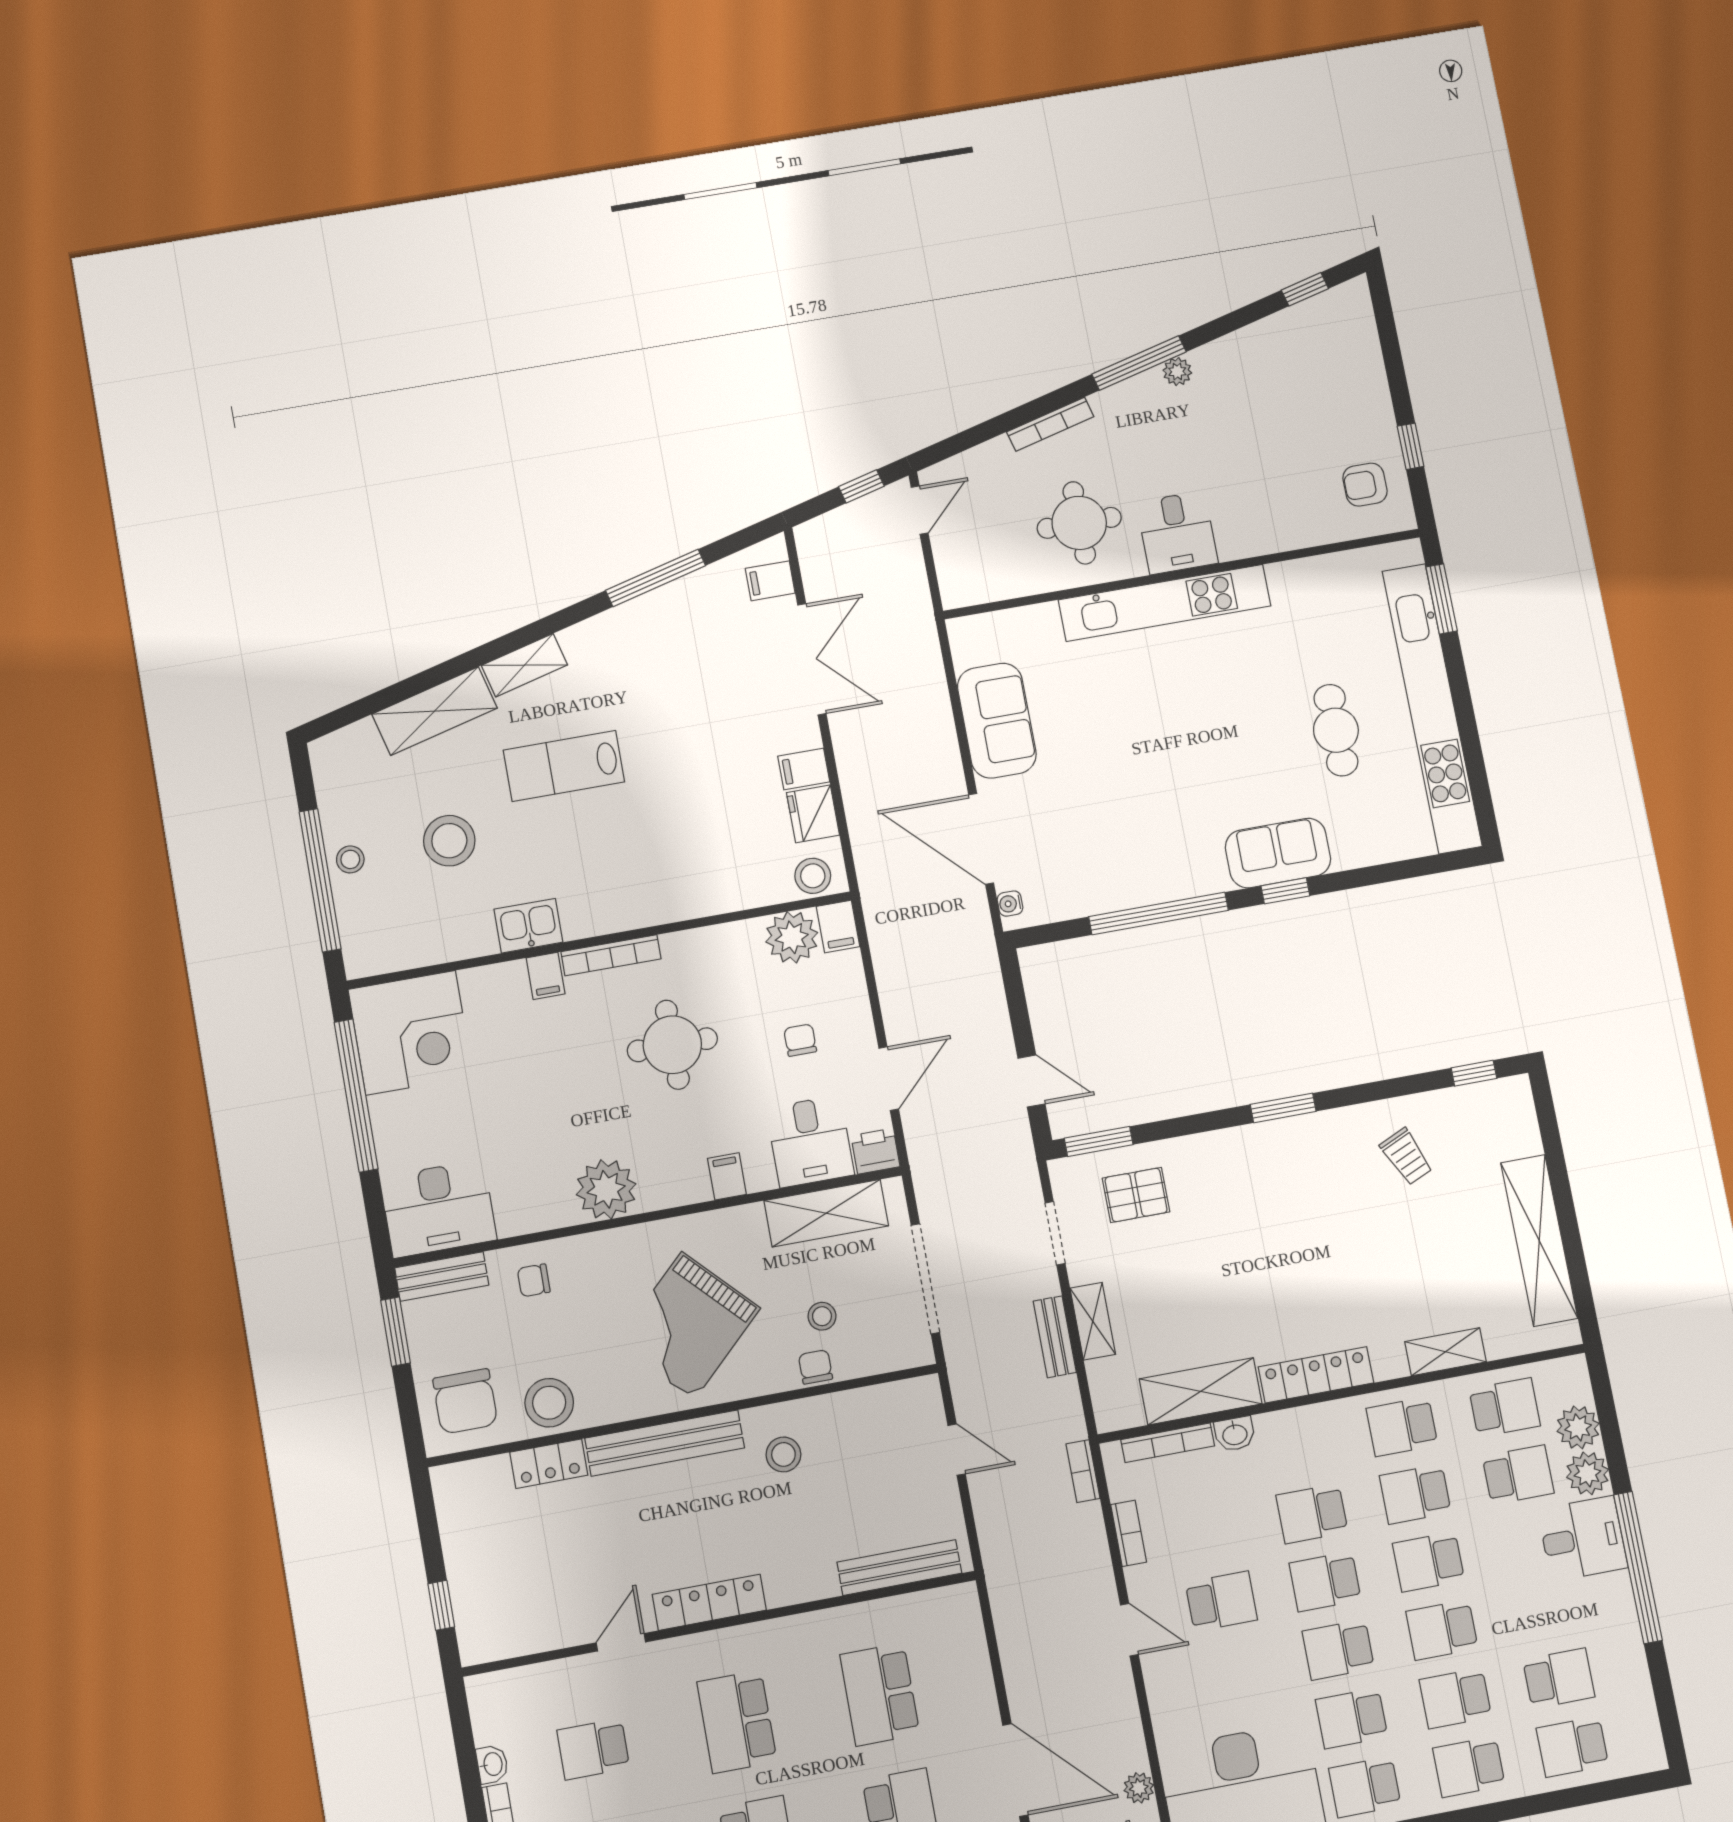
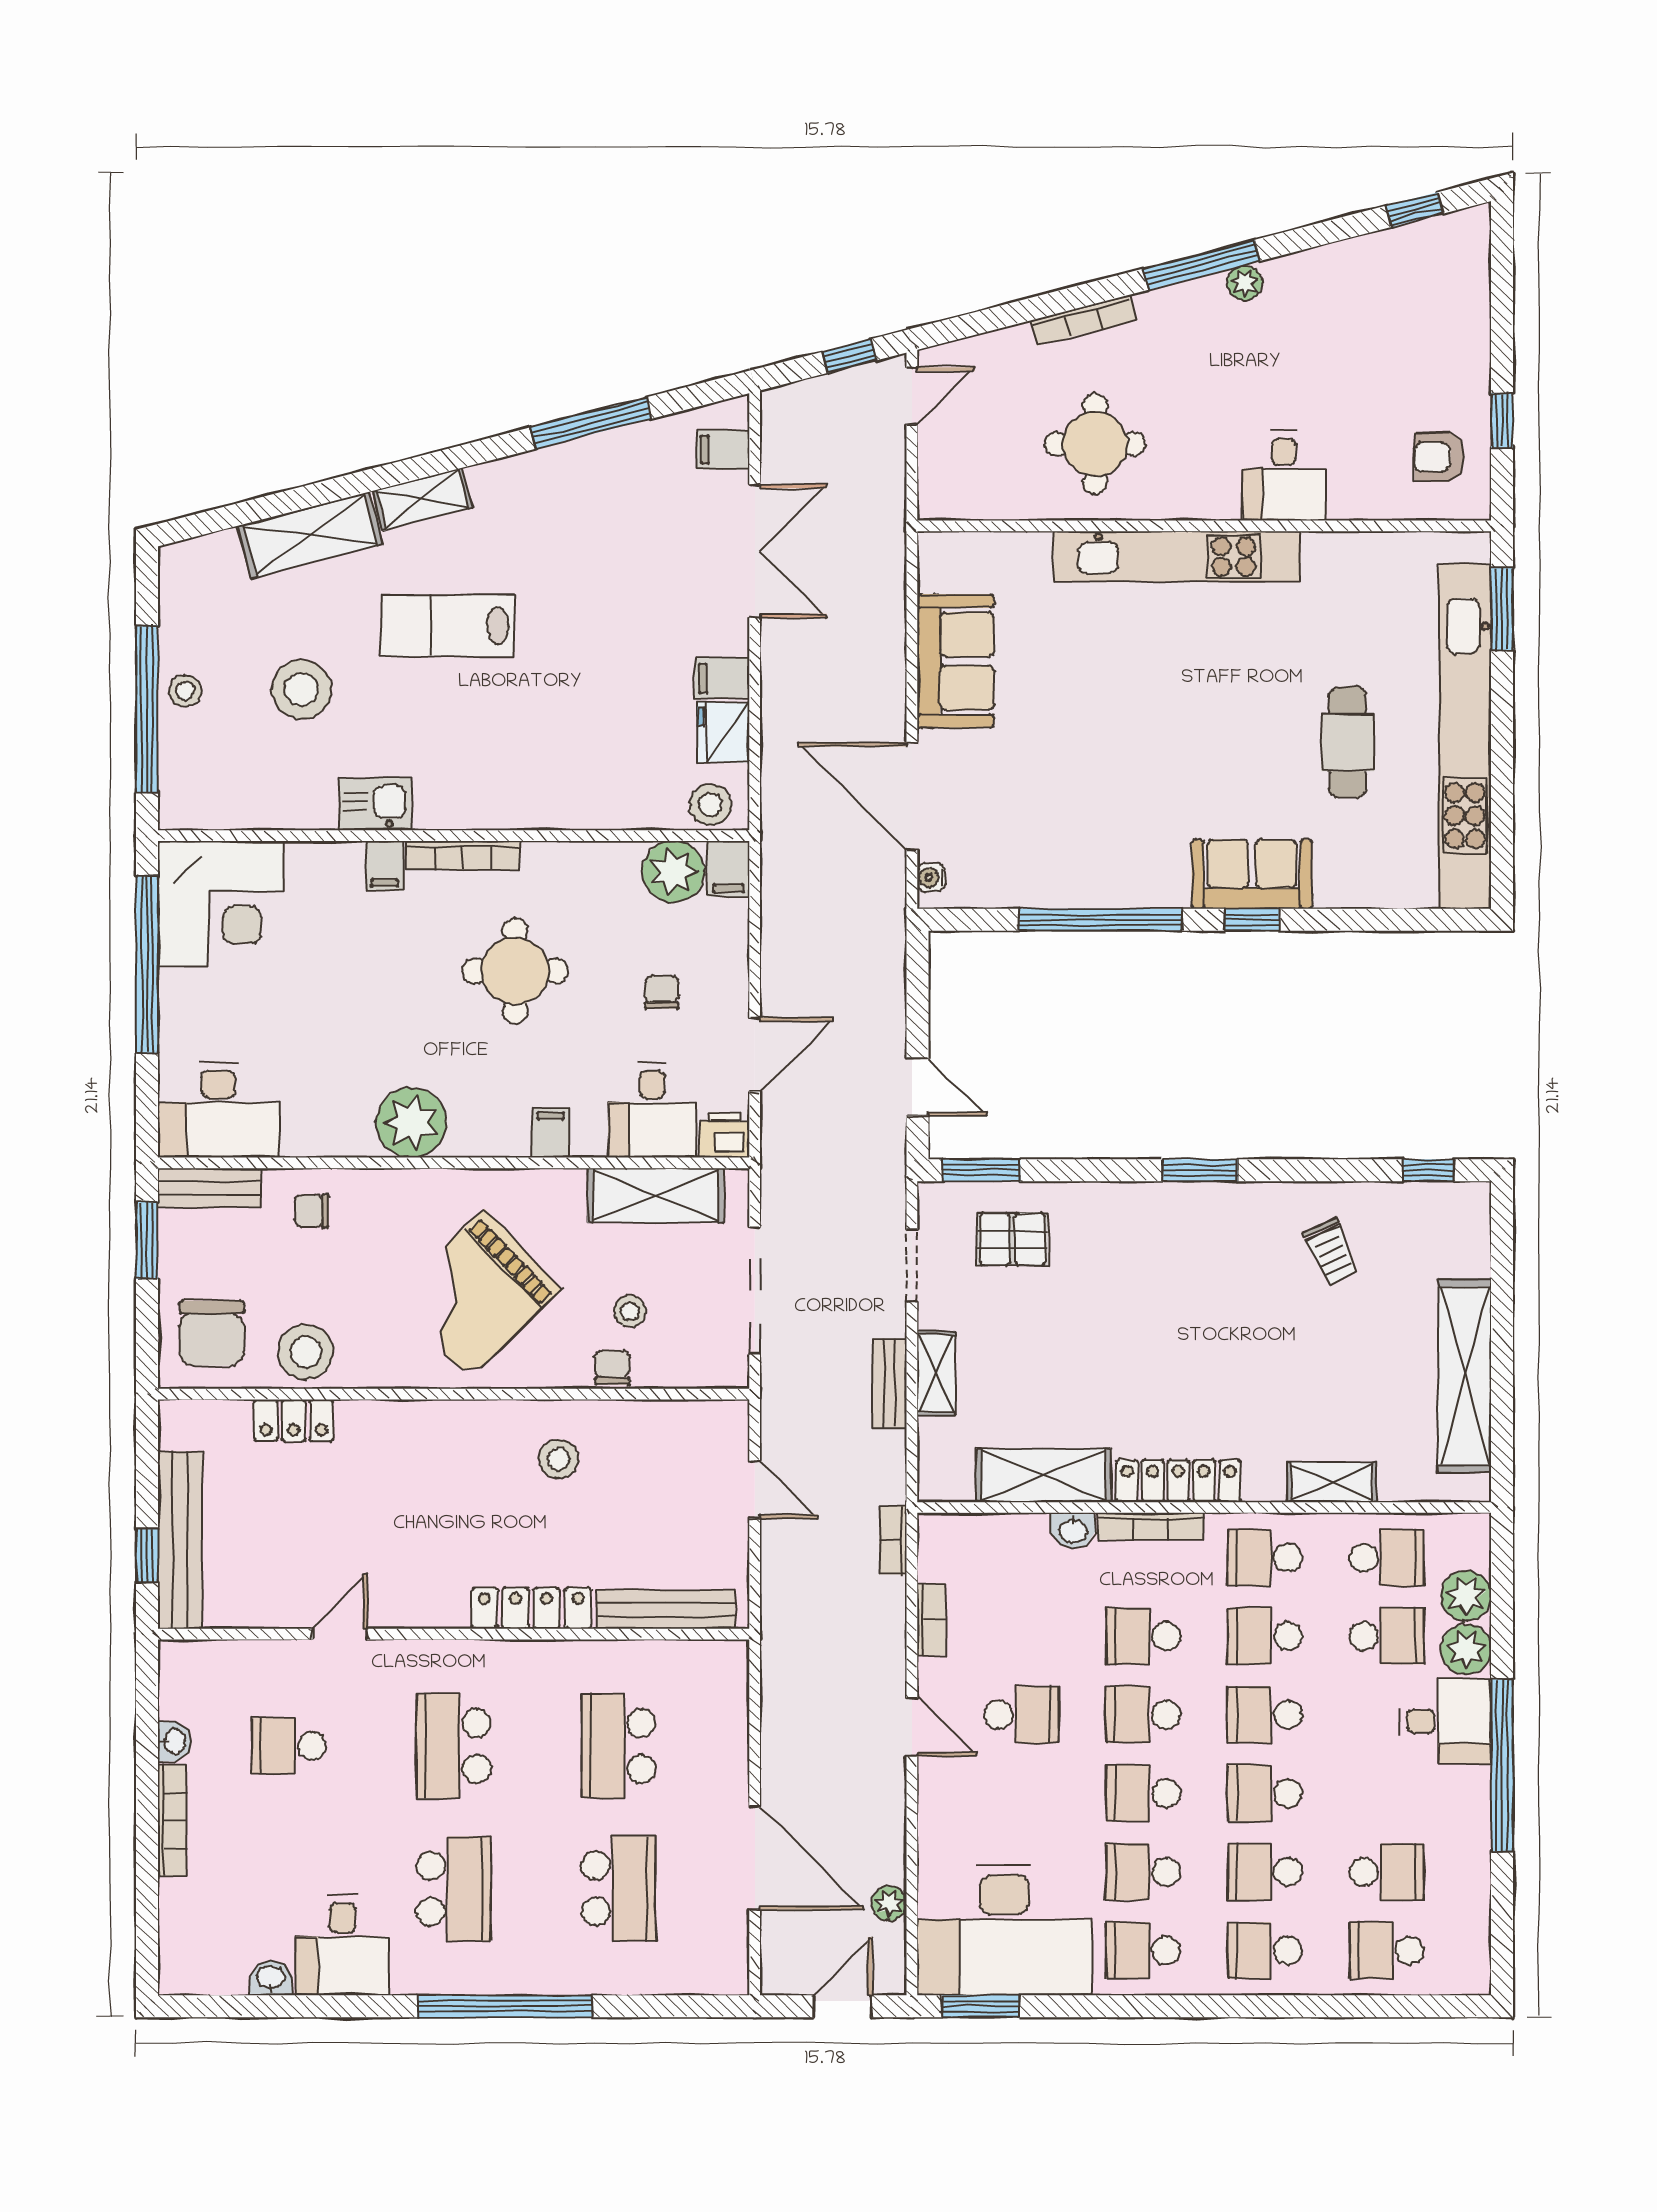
desk: (1177, 533) -> (1284, 476), moved
bench: (665, 1443) -> (180, 1540), moved, turned 90
bookcase: (1168, 1443) -> (1151, 1526), moved
locker: (709, 1602) -> (531, 1608), moved

